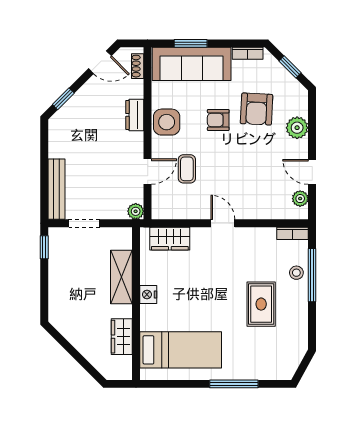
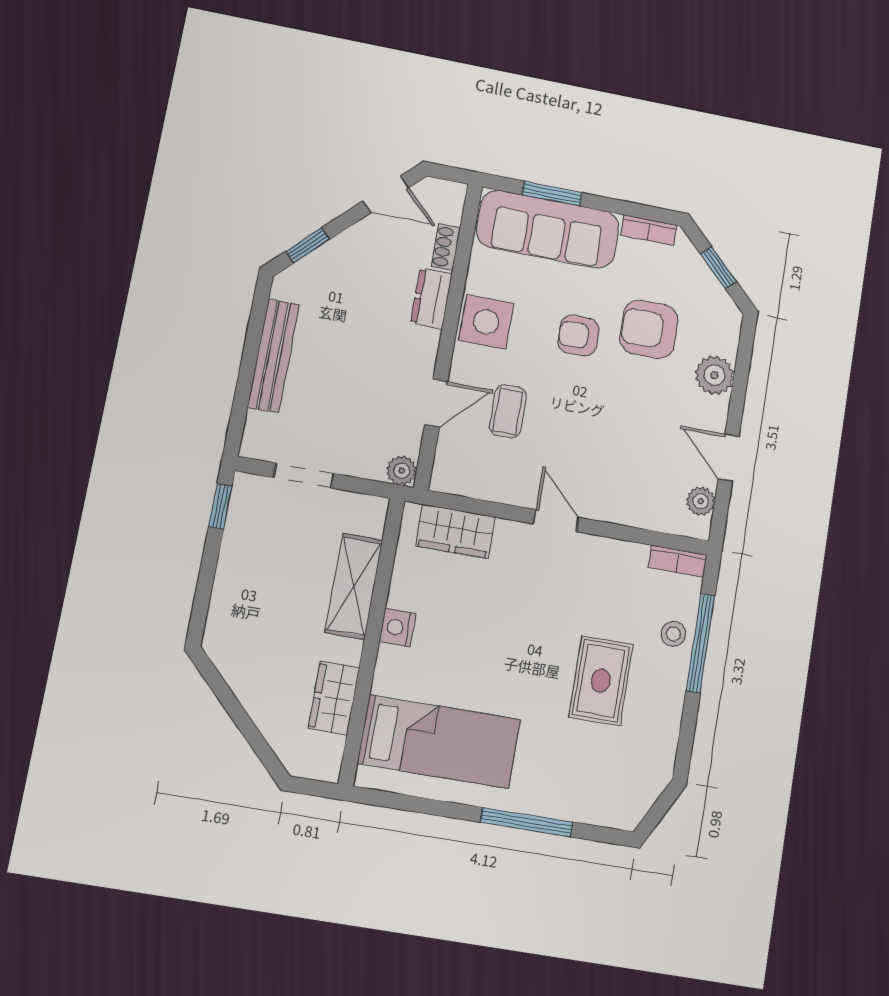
shoe rack: (138, 66) -> (446, 247), moved
armchair: (257, 109) -> (649, 329), turned 87
bench: (57, 189) -> (273, 356), moved

